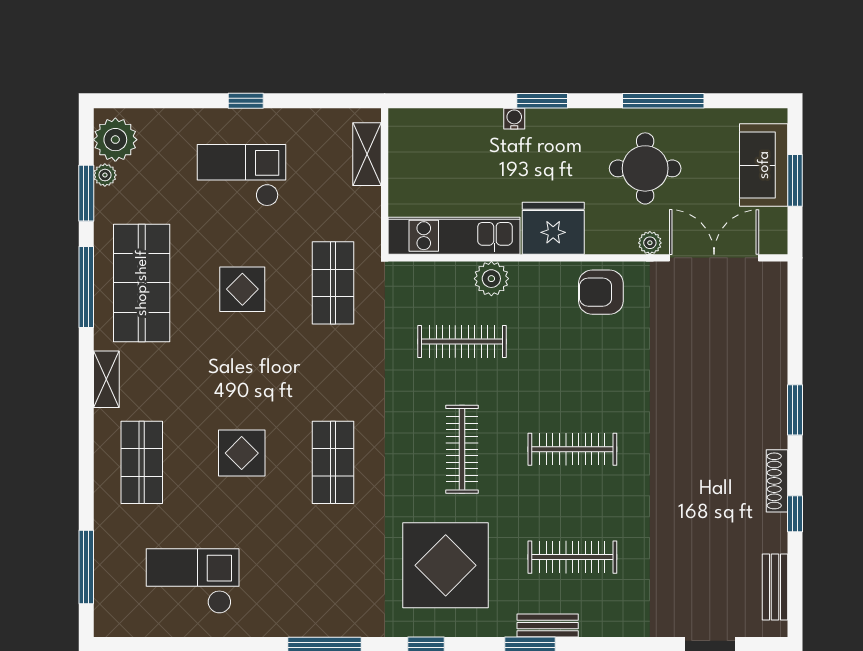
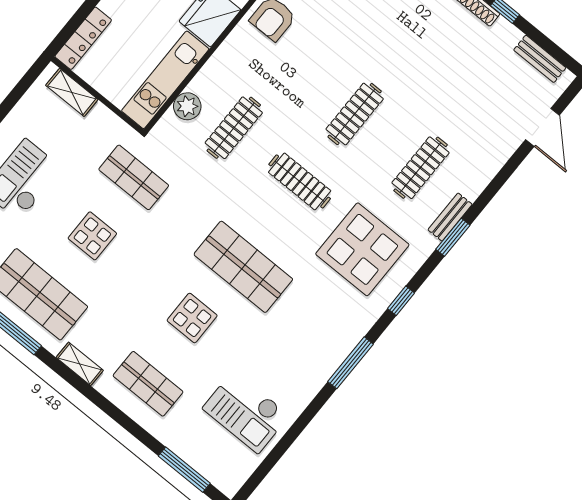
locker: (429, 122) -> (83, 38), added
plant: (491, 279) -> (187, 106), moved
shop shelf: (333, 462) -> (243, 267), width x1.43, depth x1.36
checkout: (193, 581) -> (246, 412), turned -90

